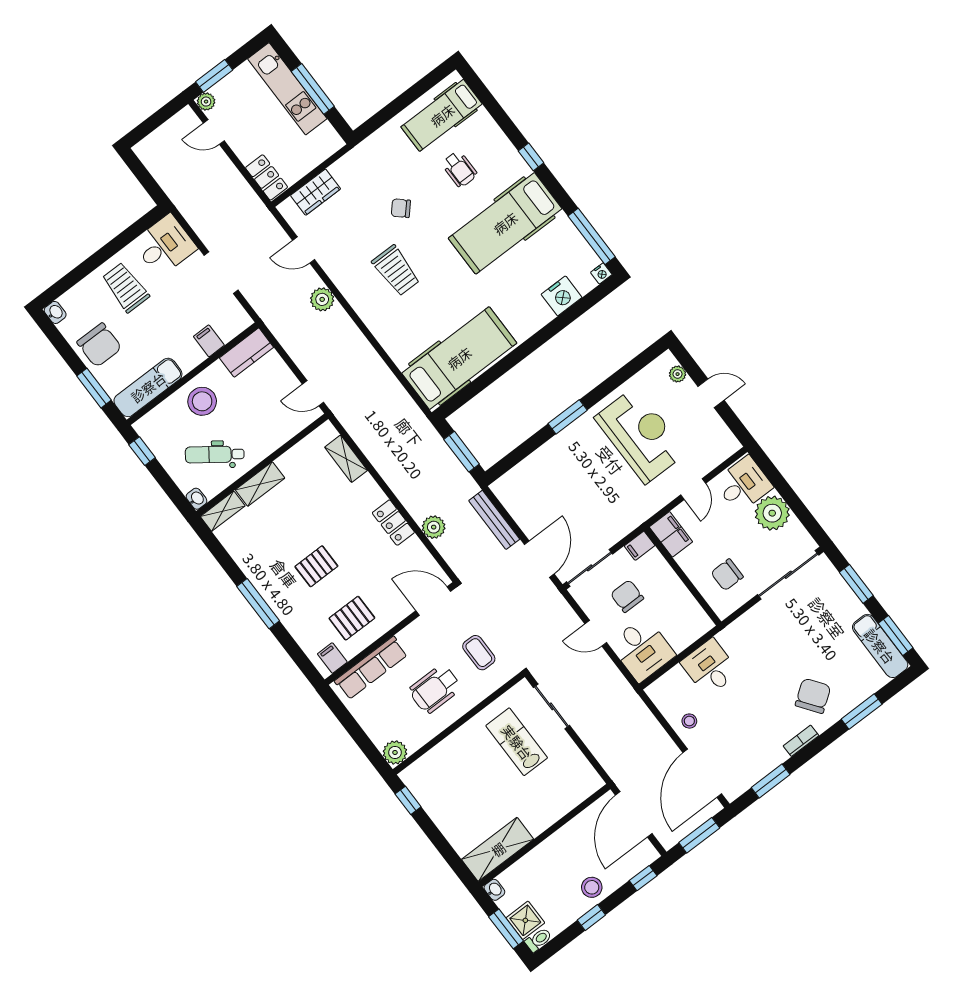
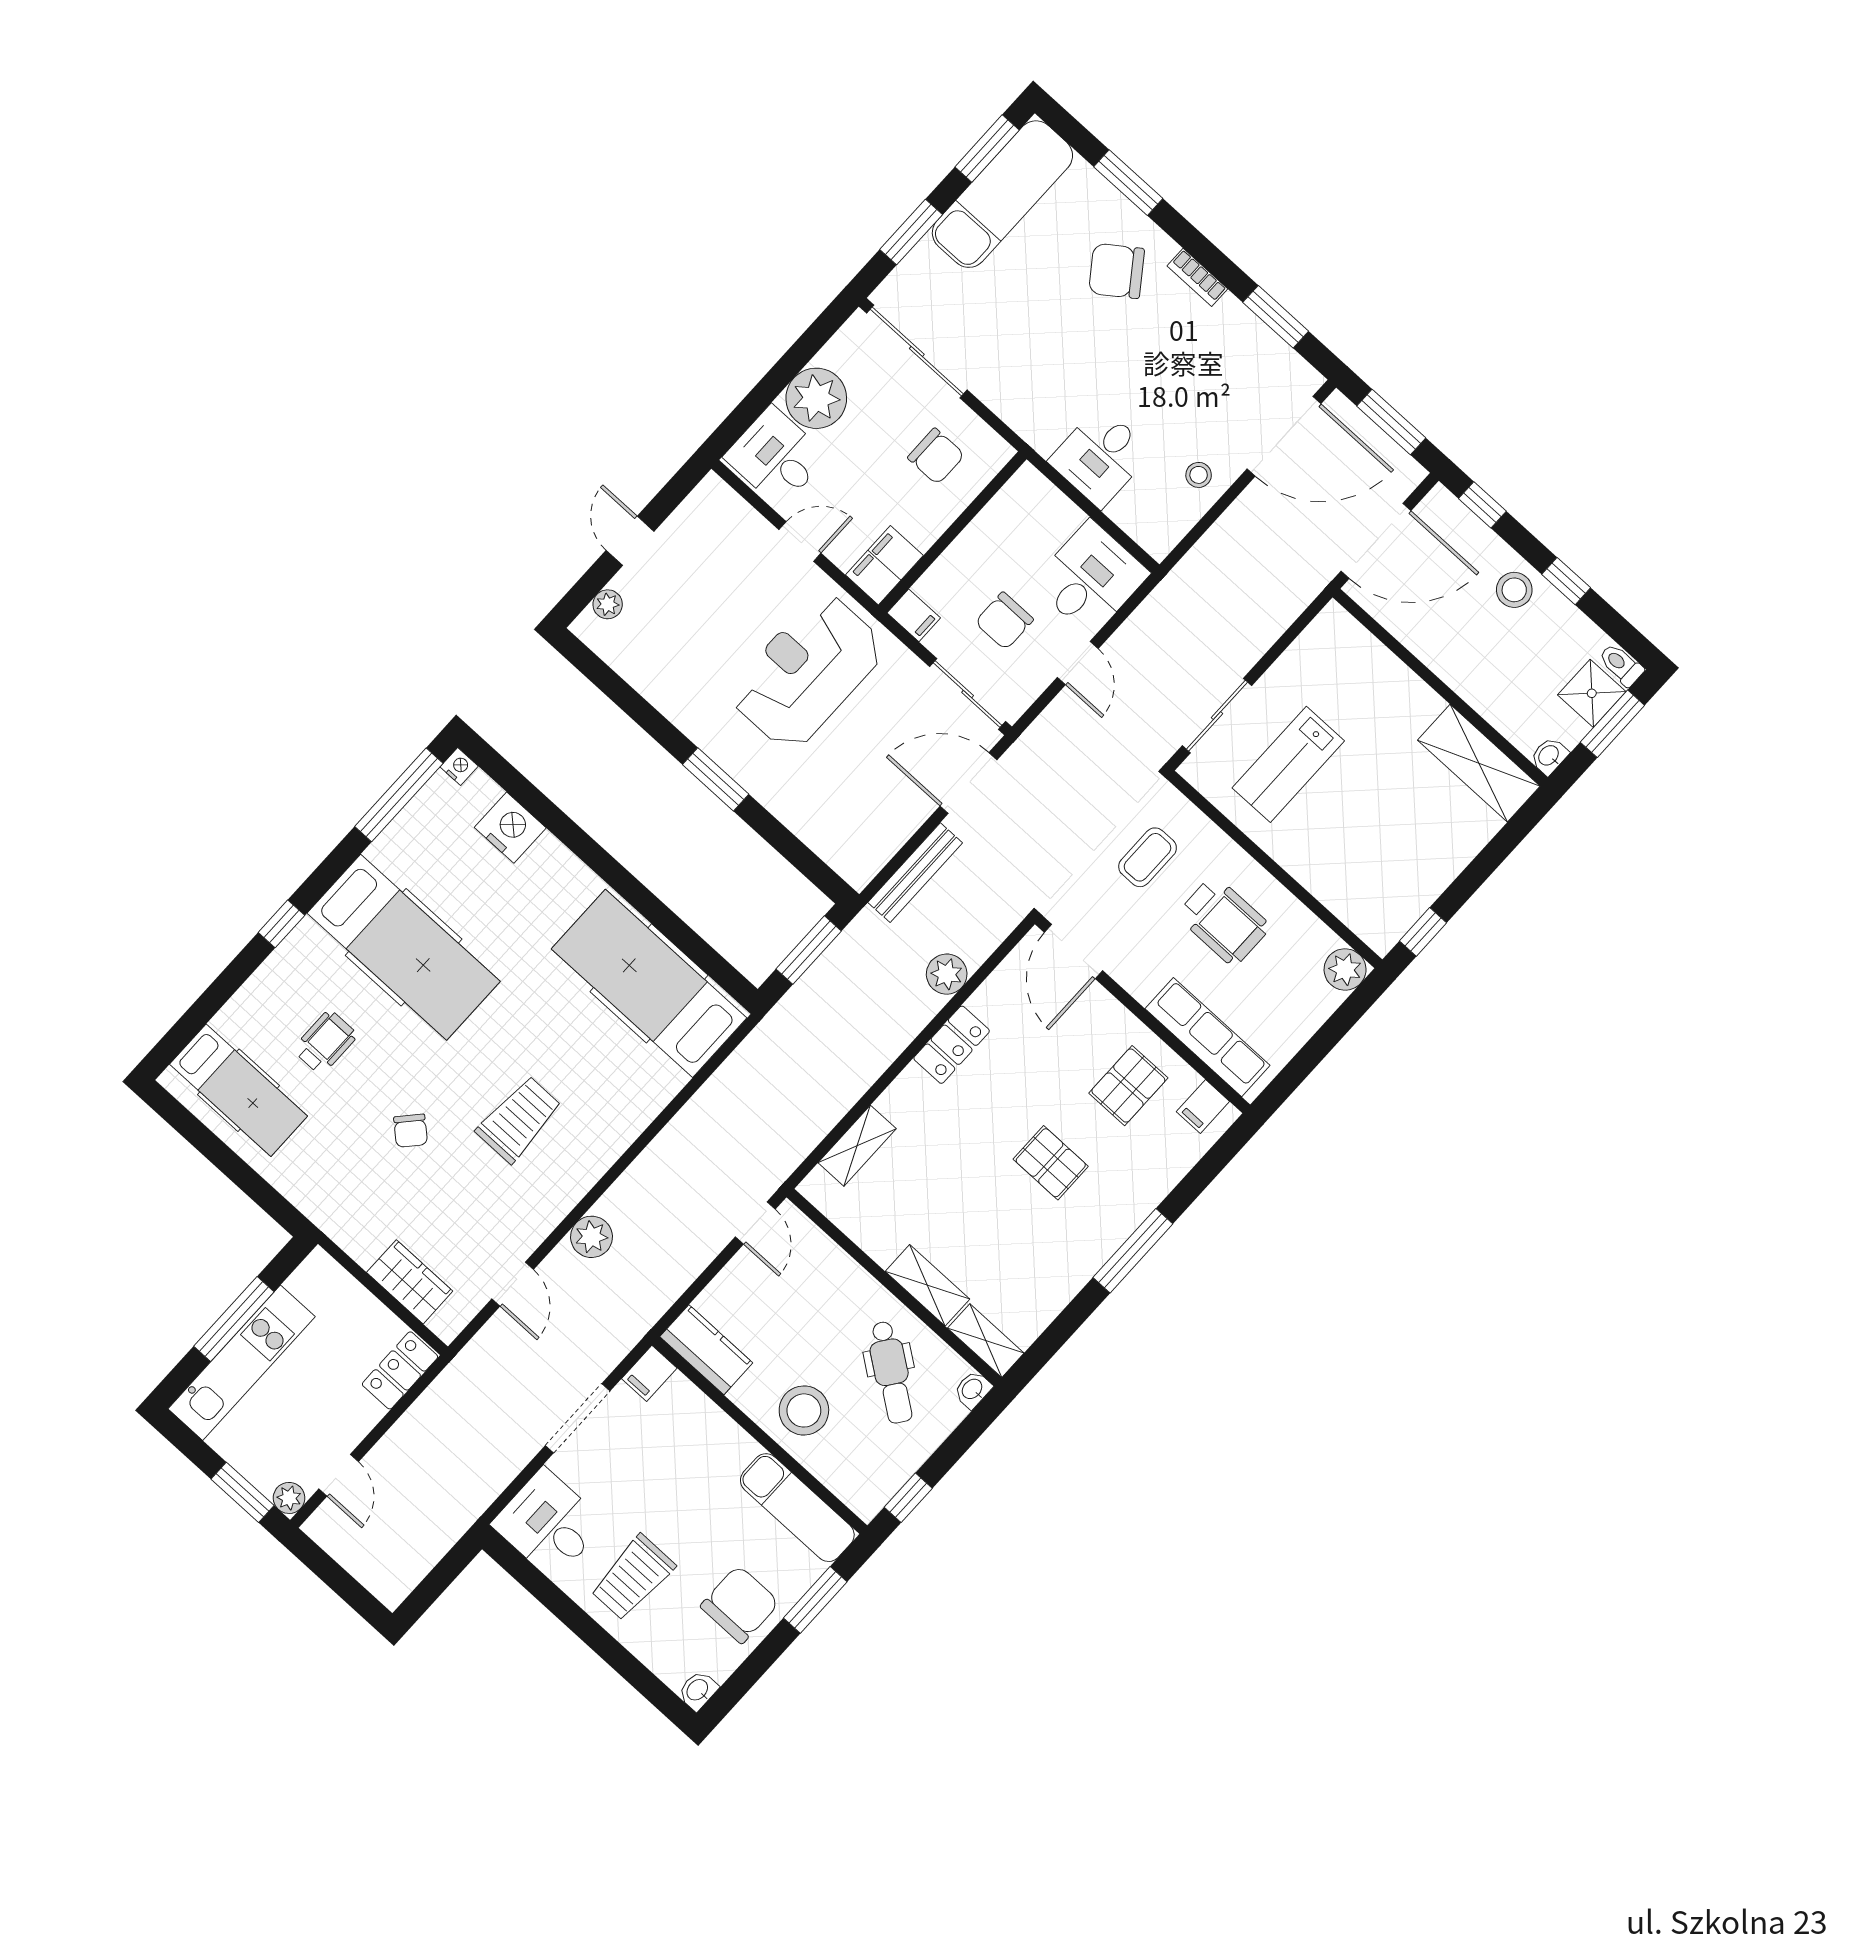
filing cabinet: (209, 341) -> (649, 1373), moved
reception desk: (641, 435) -> (807, 671), moved
pallet: (352, 618) -> (1128, 1086), turned 90
exam couch: (880, 646) -> (1002, 194), width x1.36, depth x1.45

